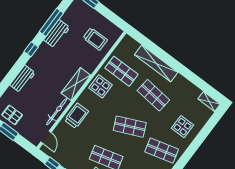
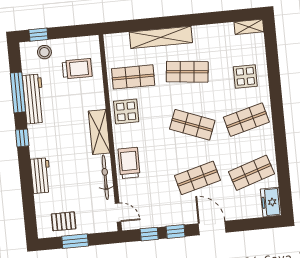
stool: (86, 14) -> (44, 52), added
workbench: (57, 34) -> (34, 99), width x1.38
shop shelf: (130, 127) -> (192, 125), turned 45

